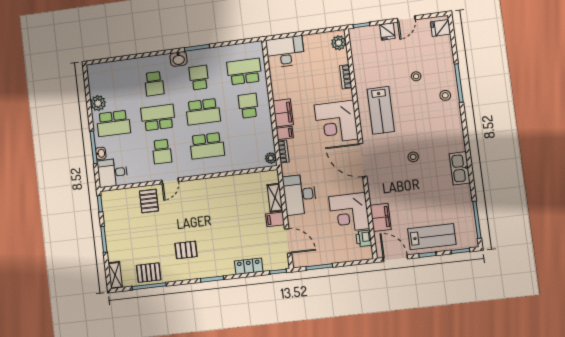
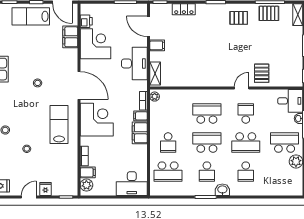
filing cabinet: (339, 58) -> (88, 172), added
school desk: (154, 84) -> (246, 172), turned 180
shelving: (275, 198) -> (155, 73), moved
pallet: (186, 250) -> (239, 18), moved

